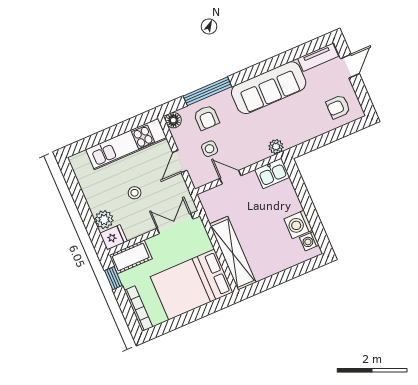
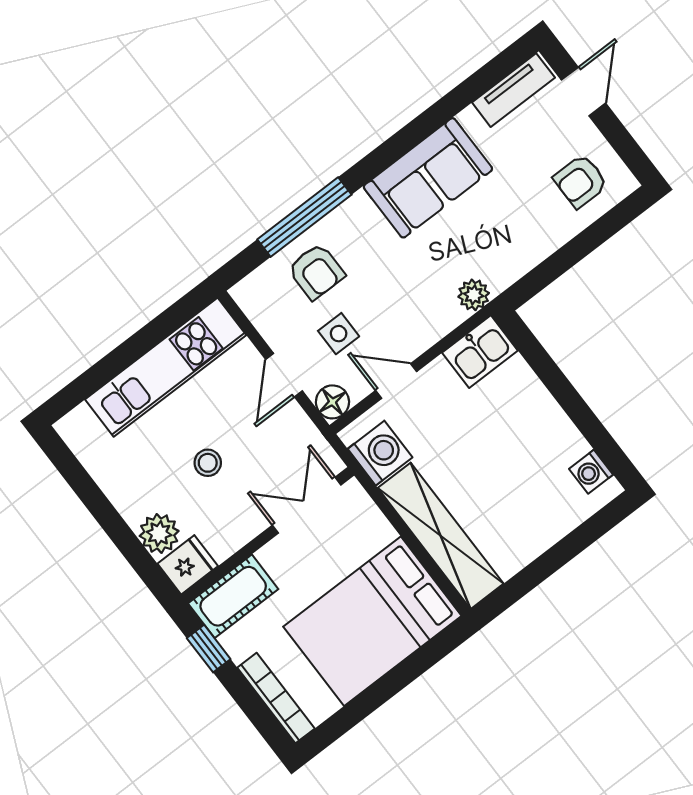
sofa: (269, 88) -> (428, 178), width x0.73
floor lamp: (173, 120) -> (332, 402), moved
washing machine: (298, 225) -> (380, 453), moved, turned 180

